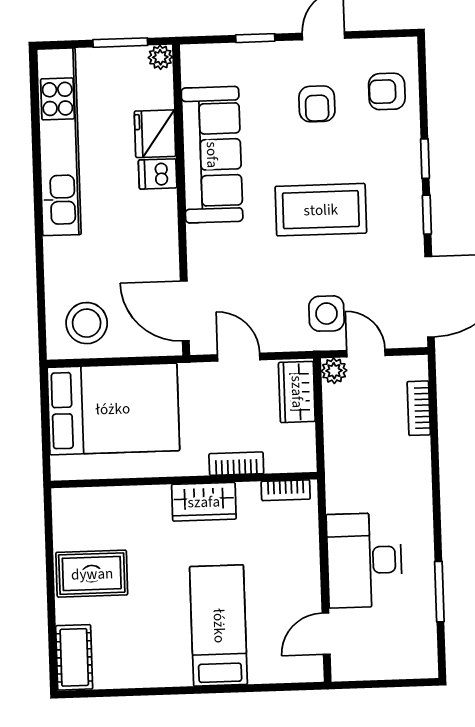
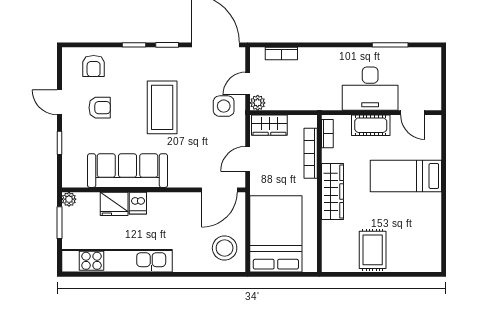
bookcase: (236, 464) -> (311, 153), width x1.56
wardrobe: (204, 502) -> (332, 192), width x1.50
cot: (74, 657) -> (371, 125), moved

